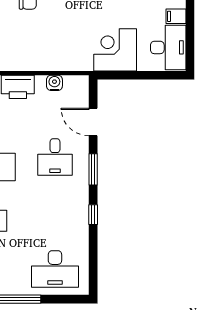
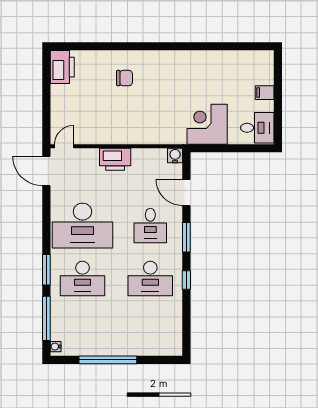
desk: (168, 47) -> (257, 128), width x0.73
water cooler: (54, 83) -> (175, 155), moved
desk: (55, 269) -> (150, 278), moved

